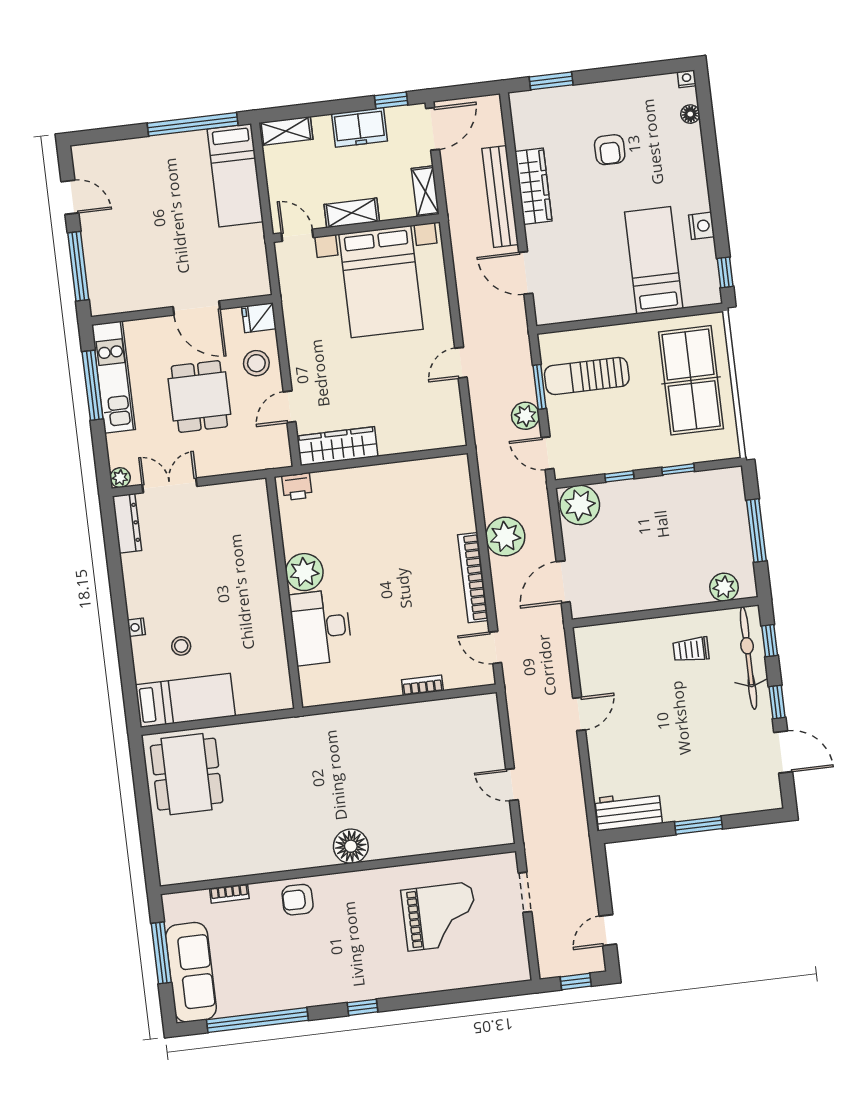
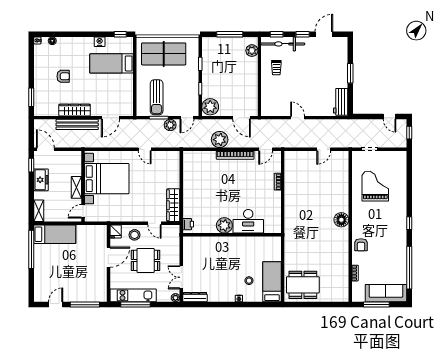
shelving: (425, 191) -> (71, 156), removed

